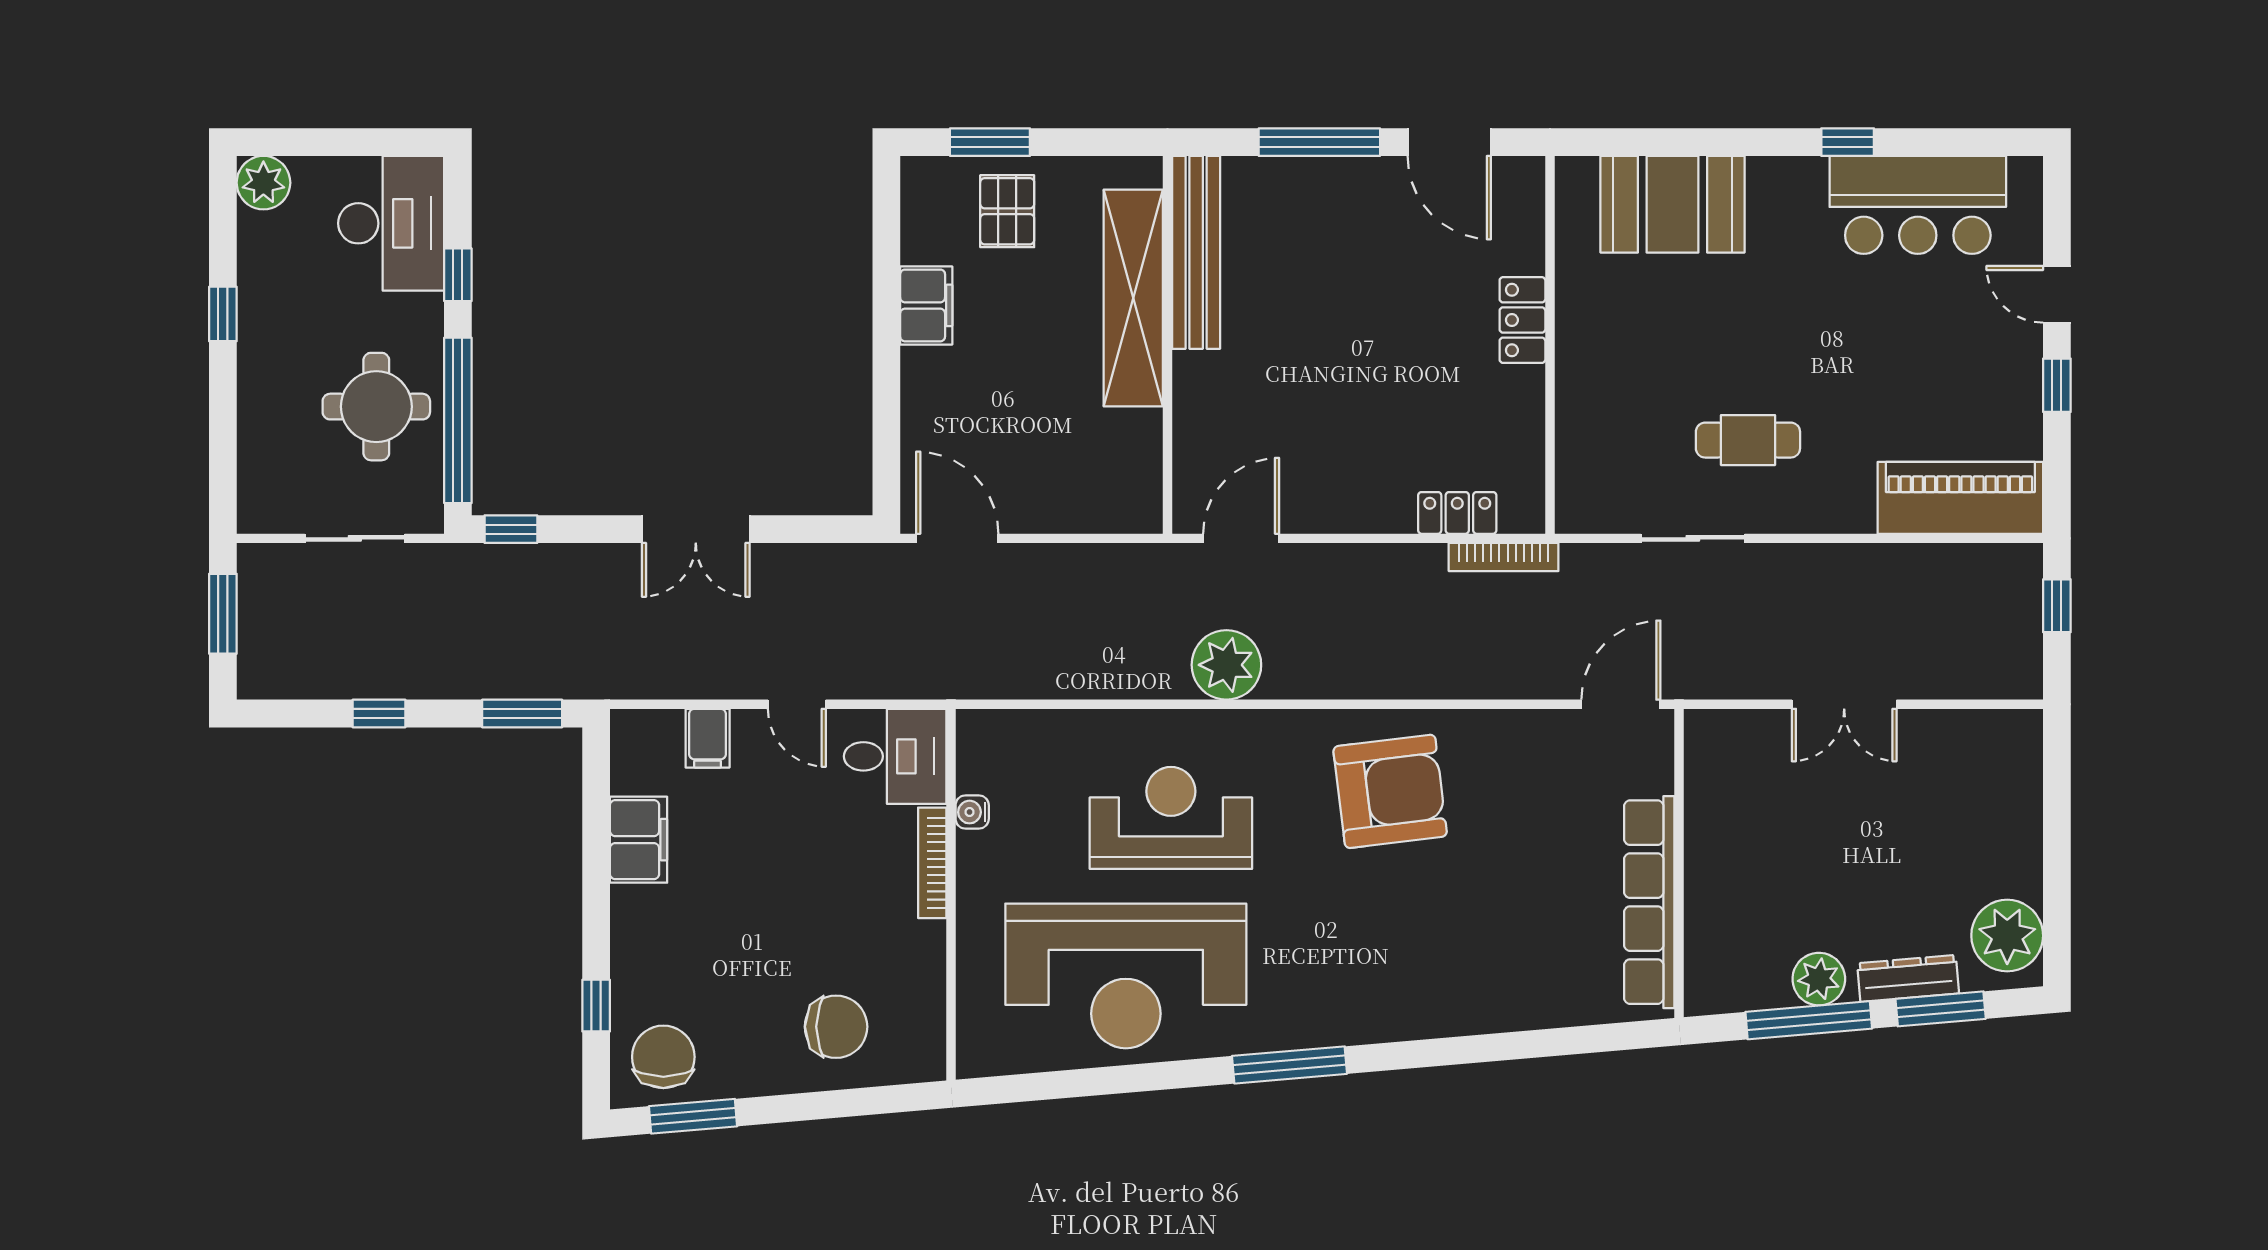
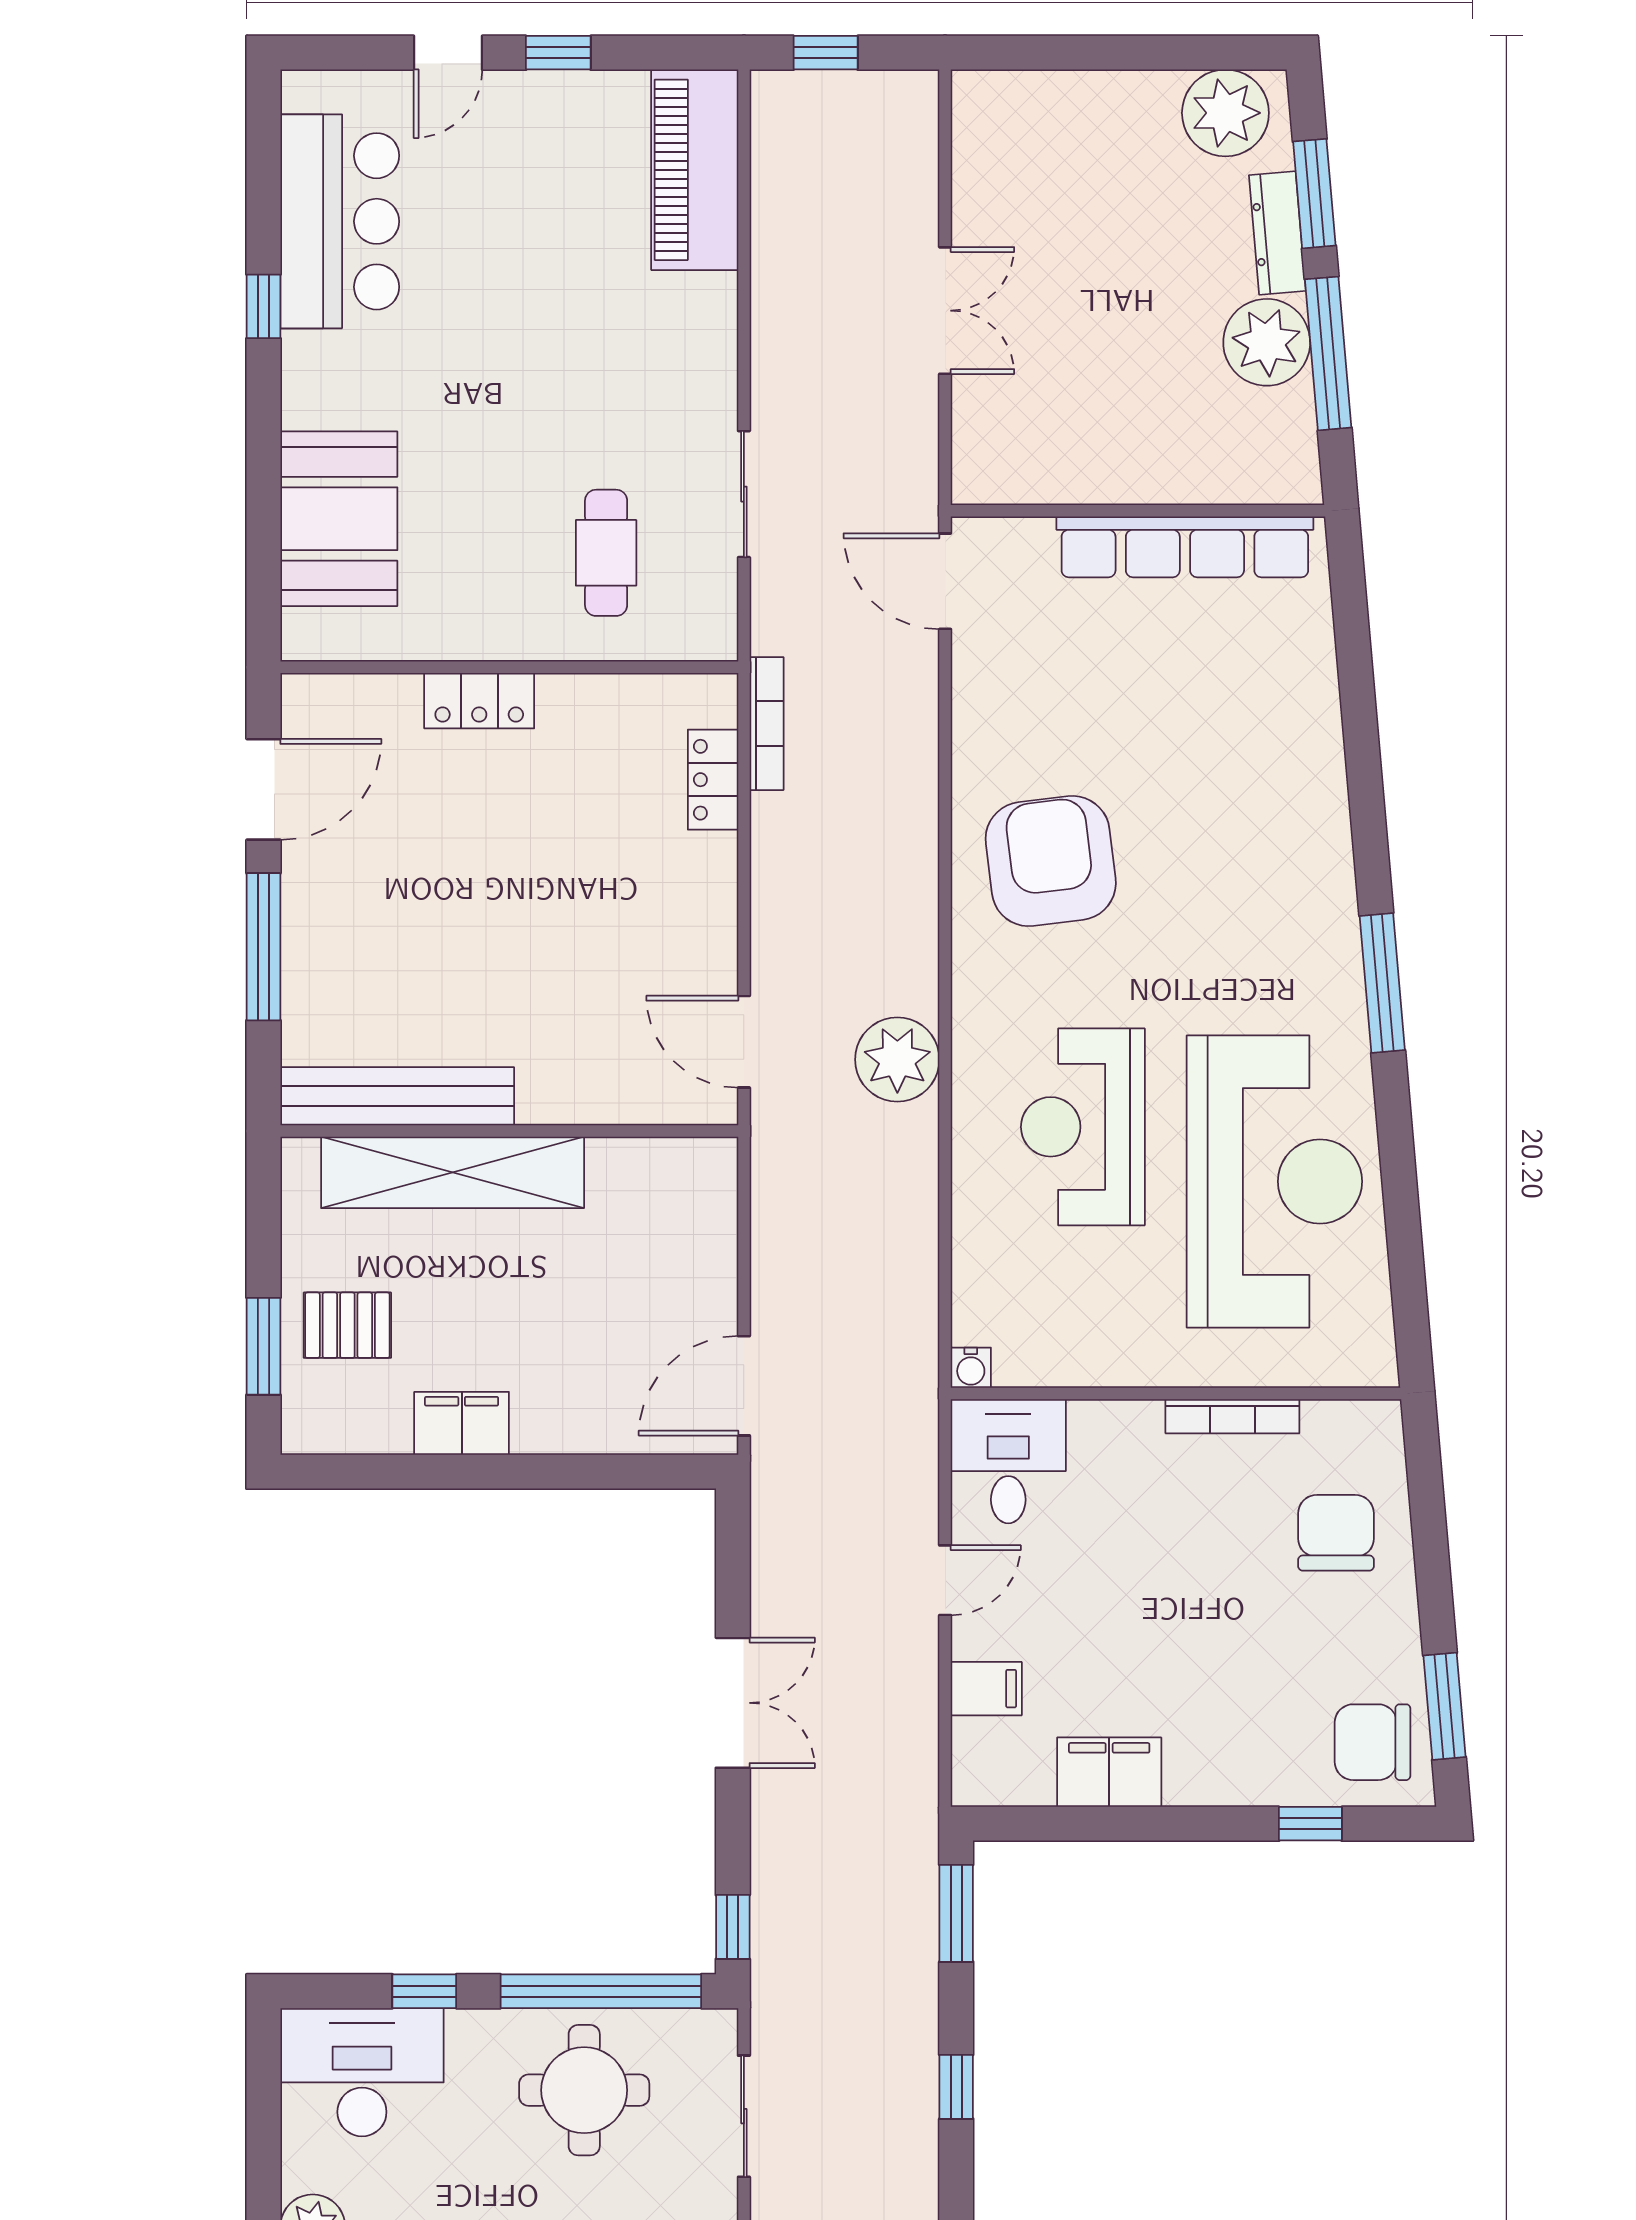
cafe table: (1748, 440) -> (606, 553), moved
water cooler: (972, 812) -> (971, 1368), moved
bookcase: (932, 863) -> (1232, 1416), moved
plant: (1819, 979) -> (1267, 342), width x1.36, depth x1.36

